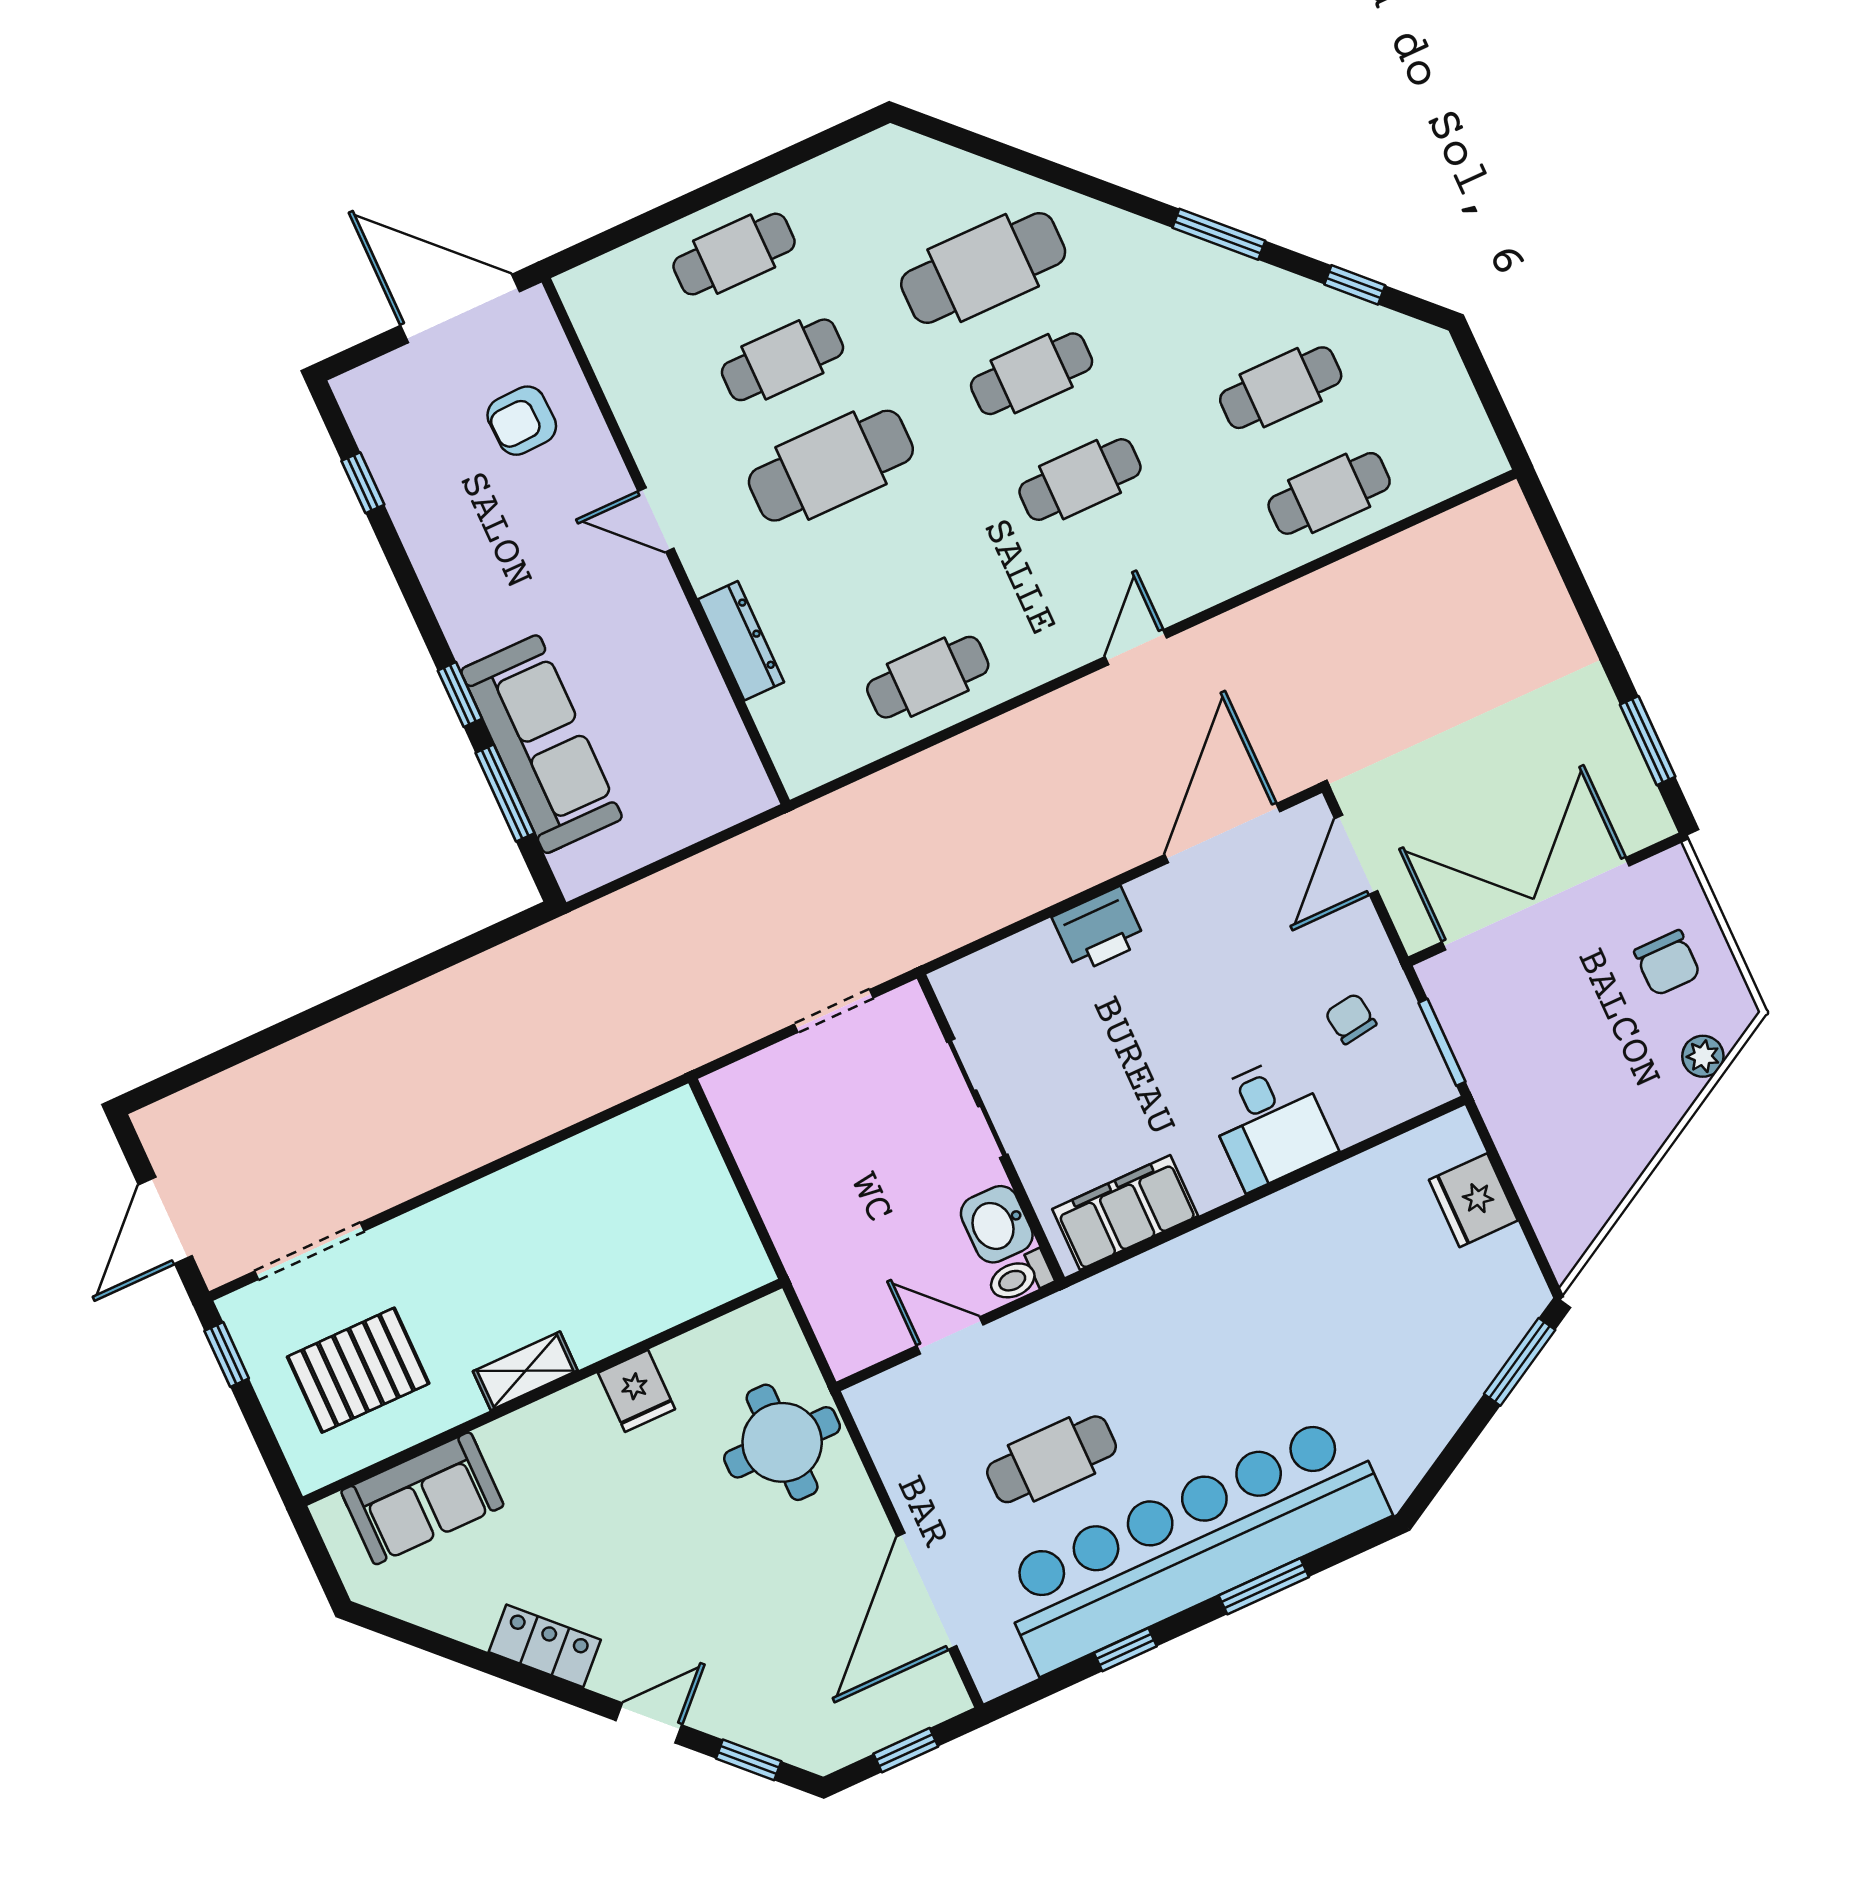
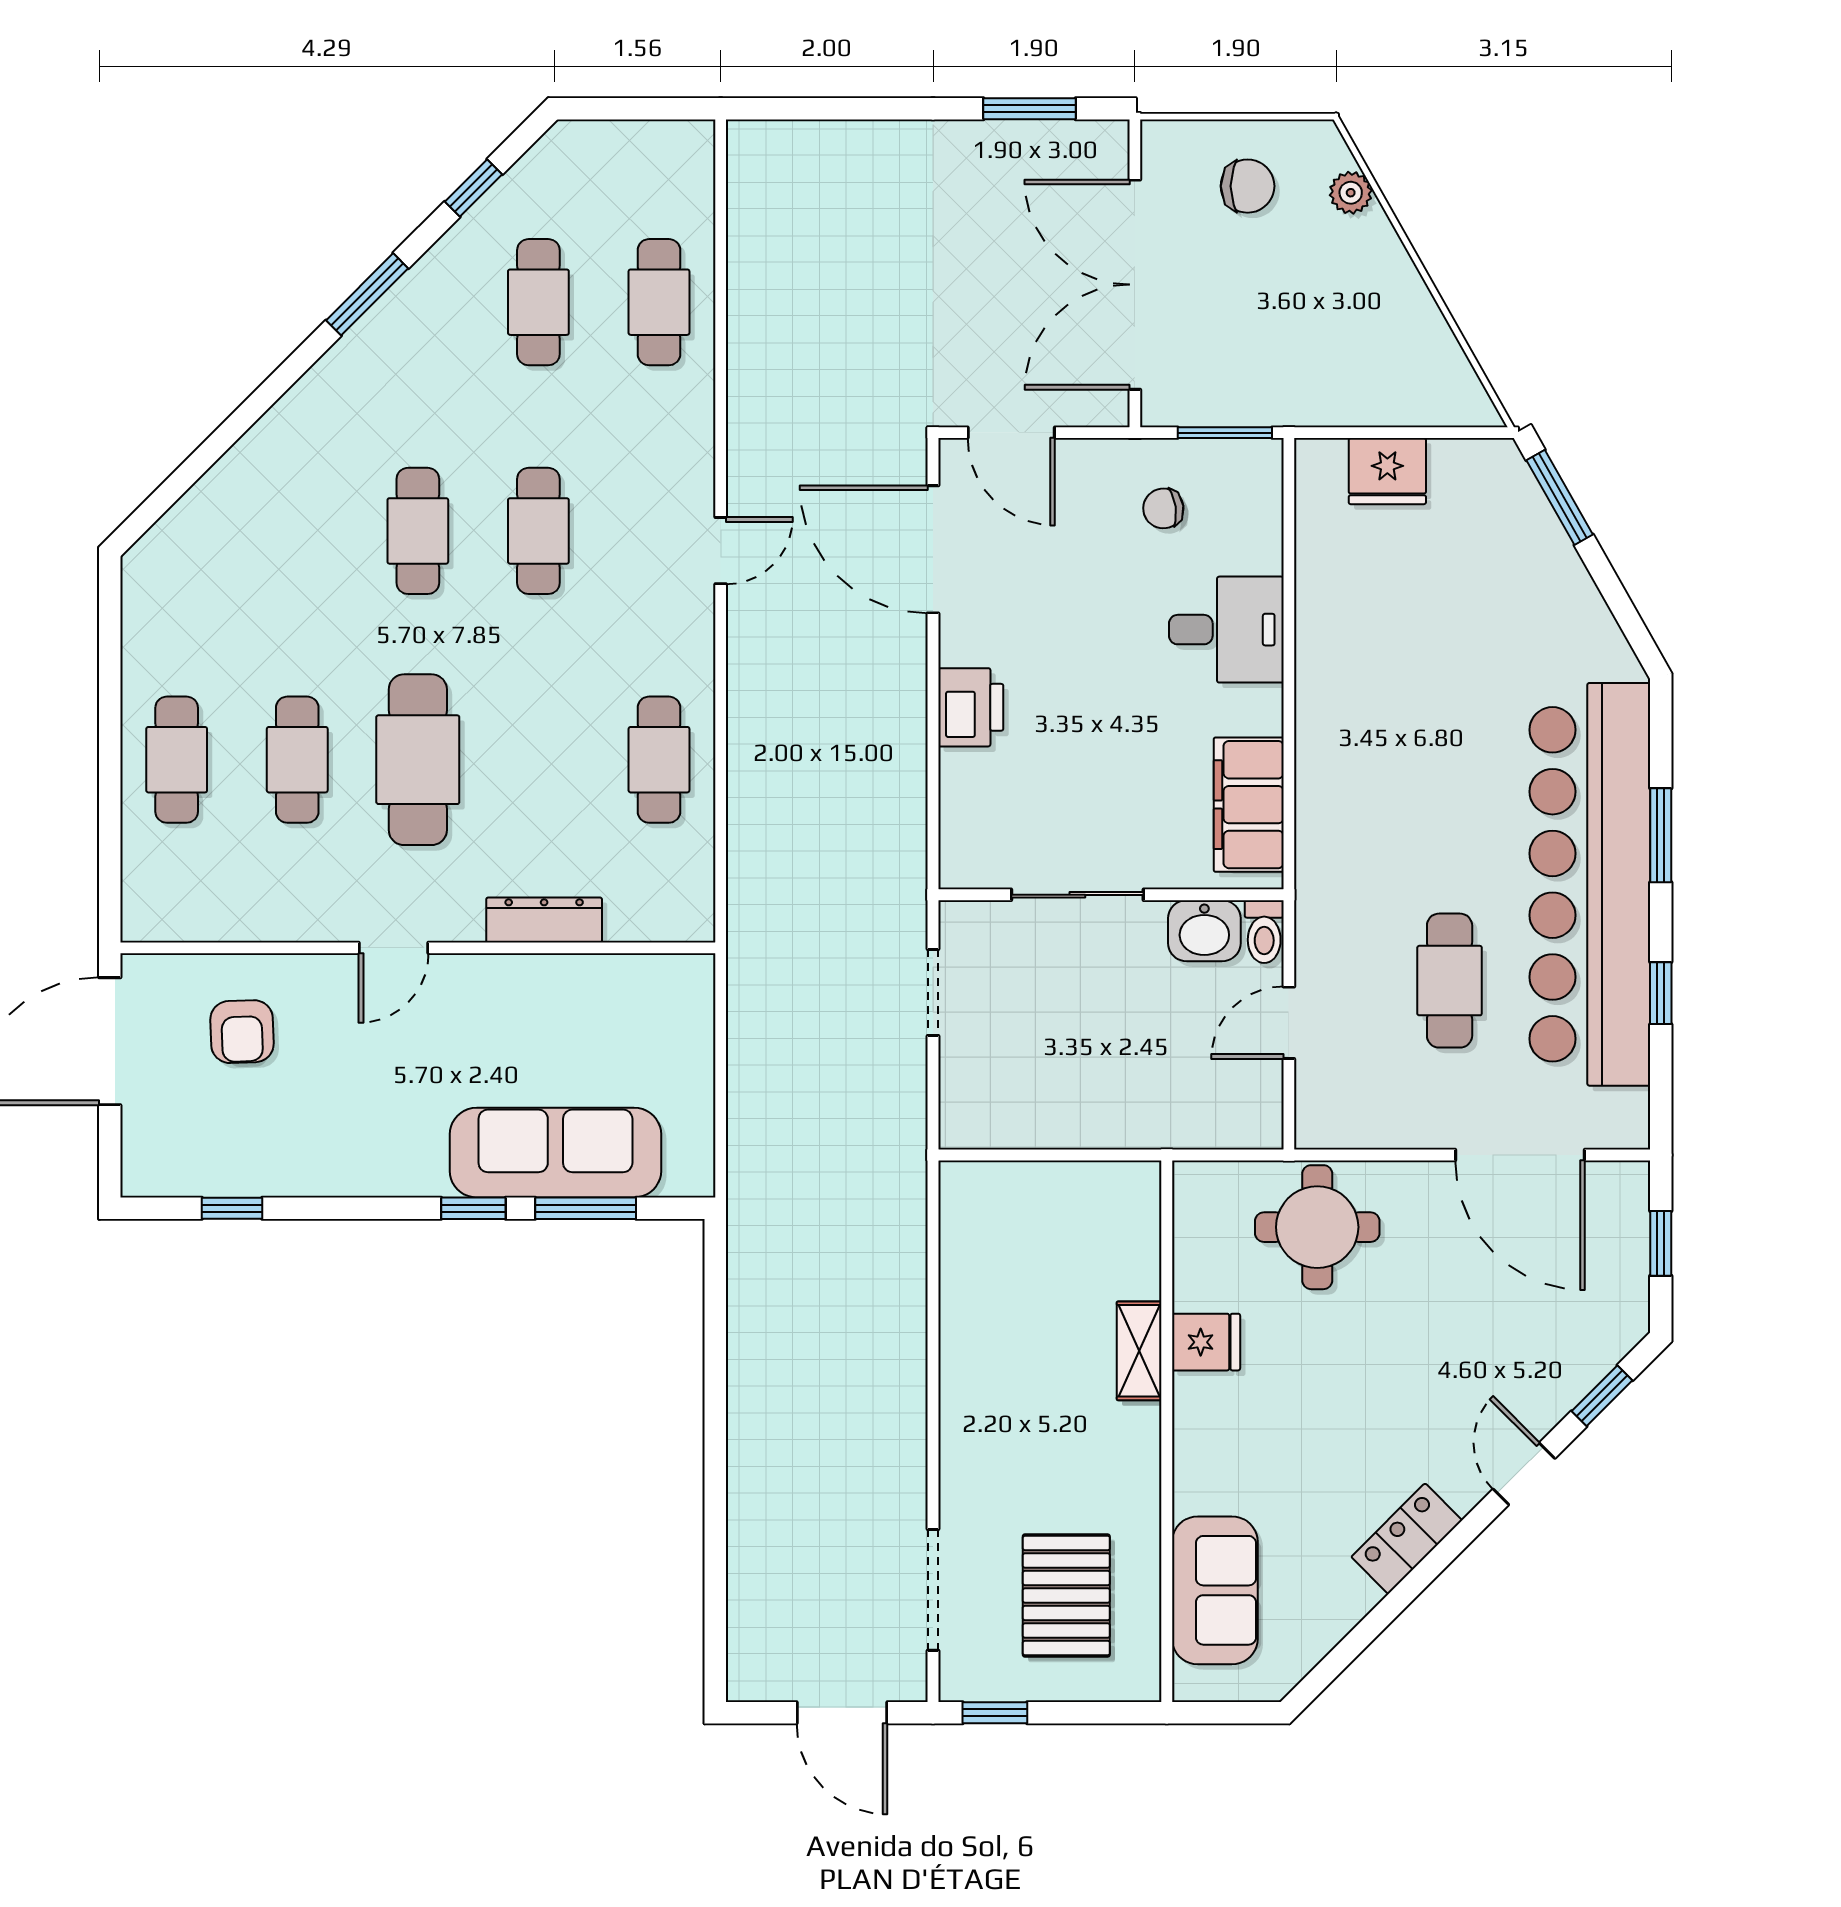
cafe table: (983, 268) -> (297, 531), removed
door: (1136, 647) -> (721, 551), swing flipped
shelving: (525, 1371) -> (1139, 1351), moved

